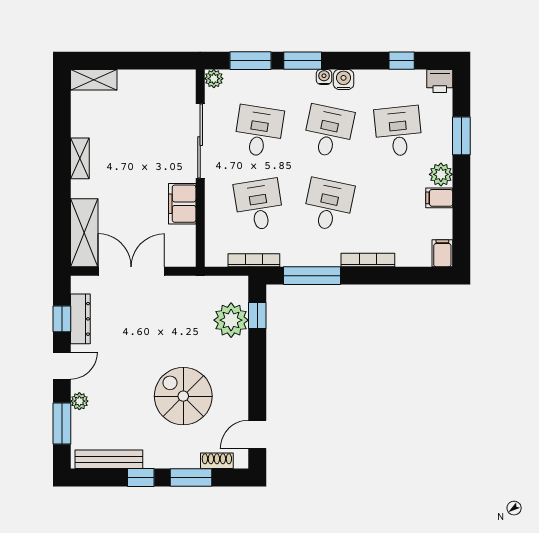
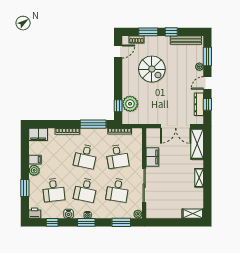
window: (303, 61) -> (86, 222), moved
water cooler: (344, 79) -> (69, 214), moved
filing cabinet: (442, 253) -> (38, 134), width x2.00

